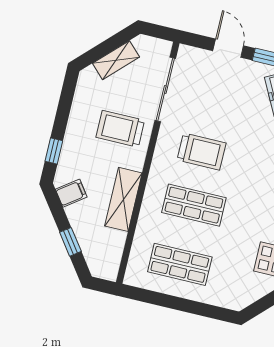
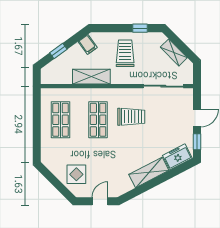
trolley: (120, 129) -> (125, 53), moved
window: (54, 151) -> (140, 28), moved
trolley: (202, 152) -> (131, 117), turned -90

